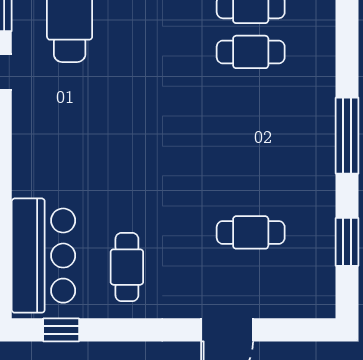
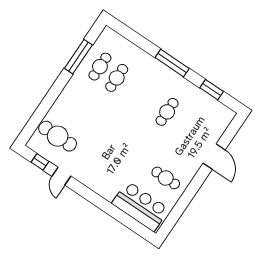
cafe table: (251, 232) -> (167, 112), moved
window: (61, 330) -> (173, 218), removed

